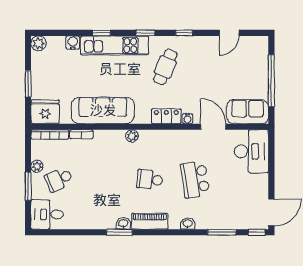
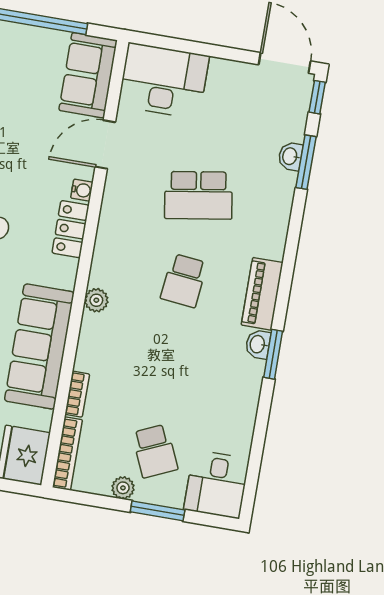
washbasin: (188, 224) -> (290, 156), moved

